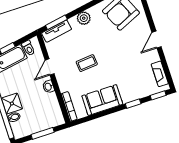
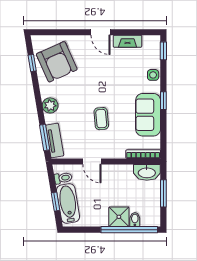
fireplace: (160, 74) -> (128, 41), moved
washbasin: (48, 87) -> (147, 172), moved, width x1.91, depth x1.45
side table: (136, 93) -> (153, 75), added
window: (133, 104) -> (163, 101), moved

